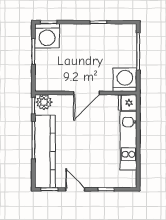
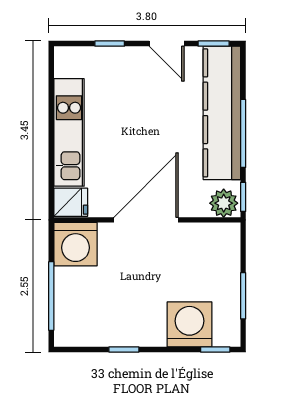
washing machine: (47, 36) -> (189, 324), moved
door: (86, 93) -> (146, 220), width x1.36

